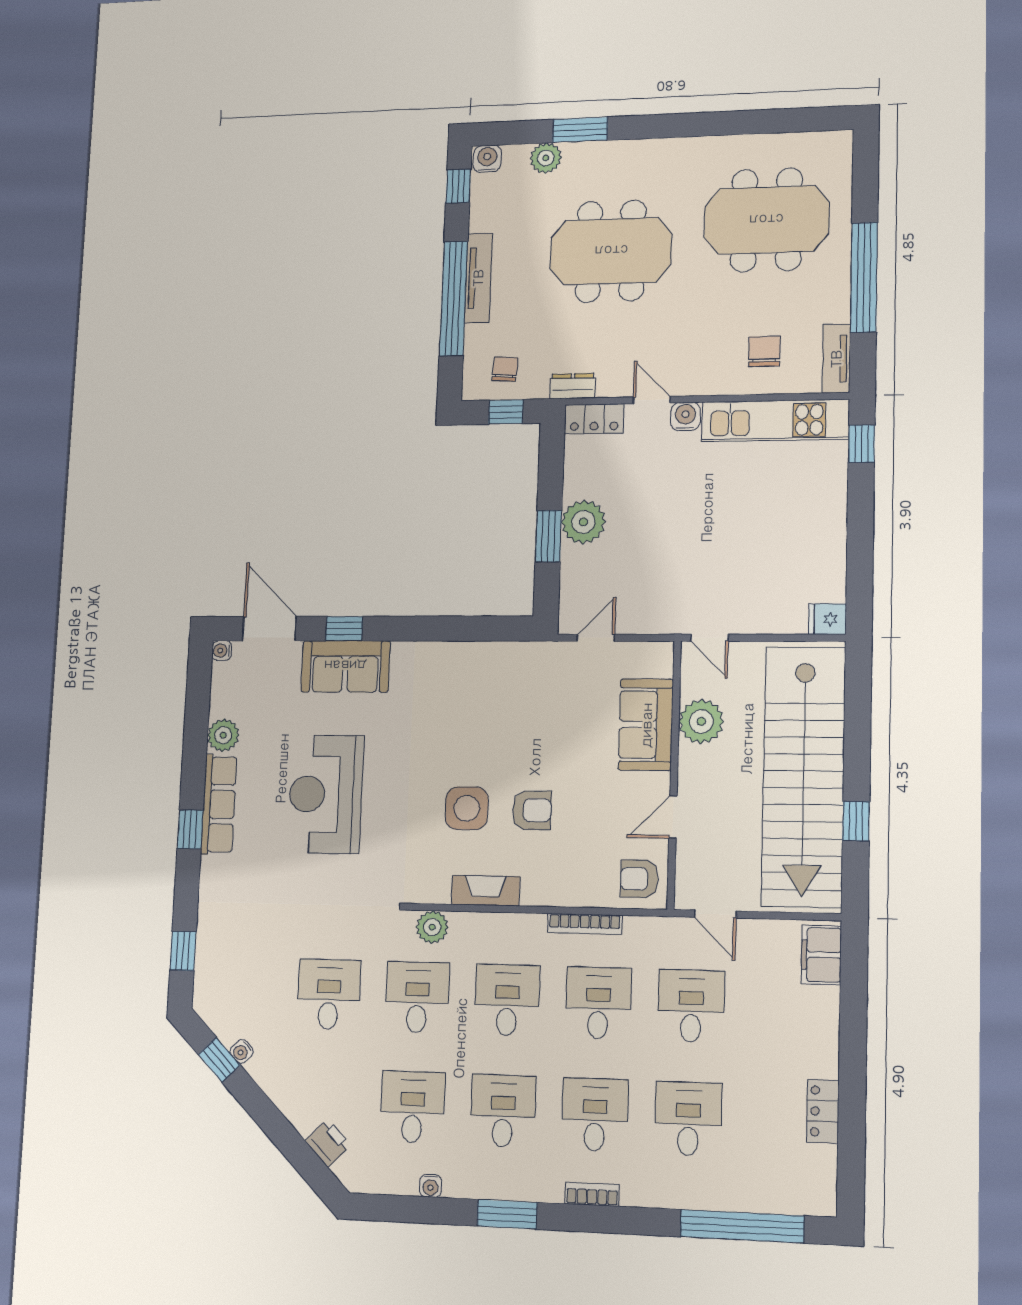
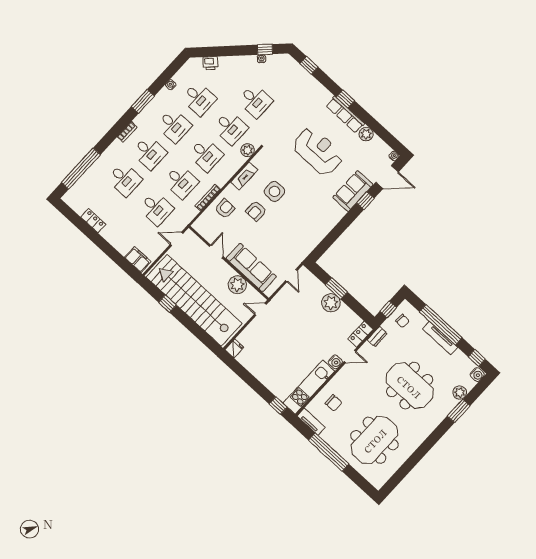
meeting table: (611, 251) -> (410, 386), turned 90
sofa: (646, 725) -> (251, 268), width x1.36
armchair: (639, 879) -> (225, 209), moved

